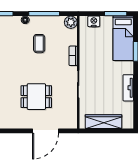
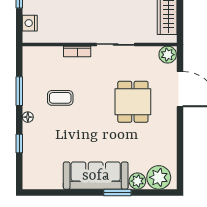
window: (44, 14) -> (19, 91), width x0.69
plant: (71, 22) -> (168, 55), moved

